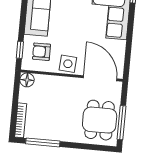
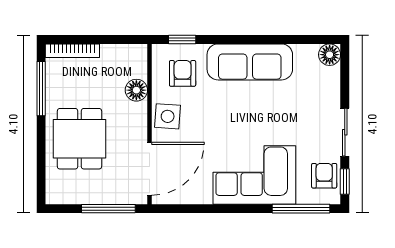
floor lamp: (27, 80) -> (136, 90), moved
dining table: (100, 120) -> (79, 139), moved, turned 90
window: (122, 123) -> (108, 209), moved

